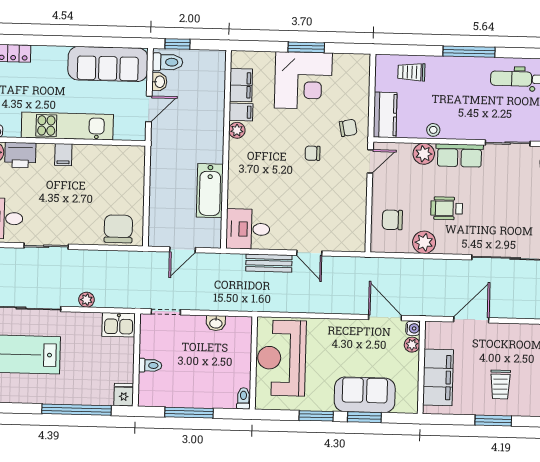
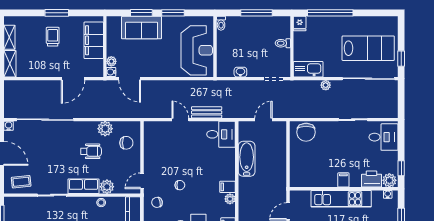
filing cabinet: (241, 112) -> (228, 187), moved
kitchen sink: (119, 325) -> (308, 69), width x1.38

